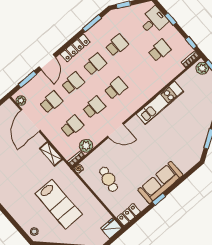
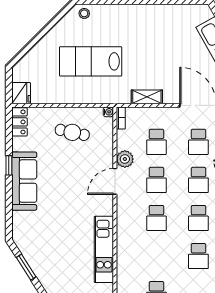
plant: (86, 146) -> (125, 159), moved

